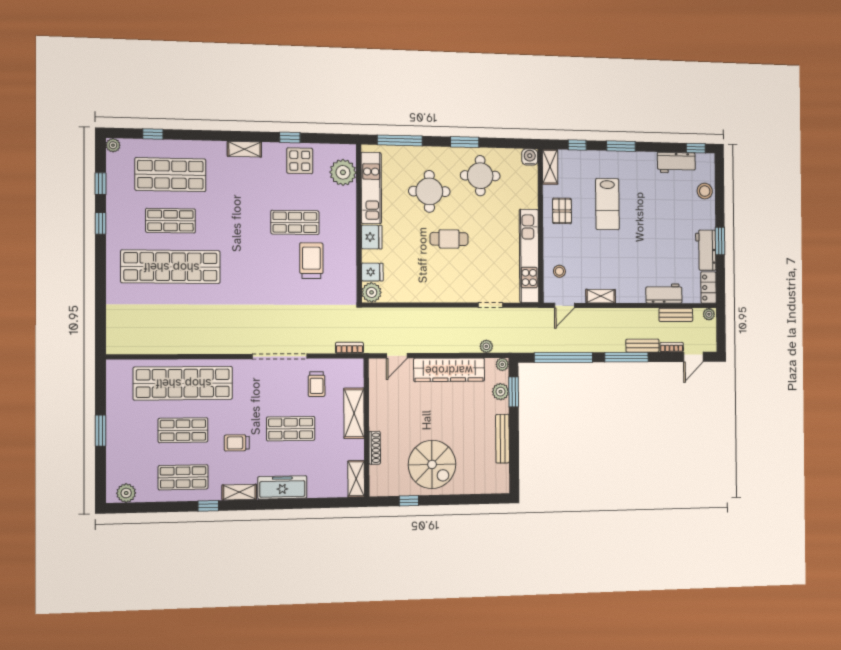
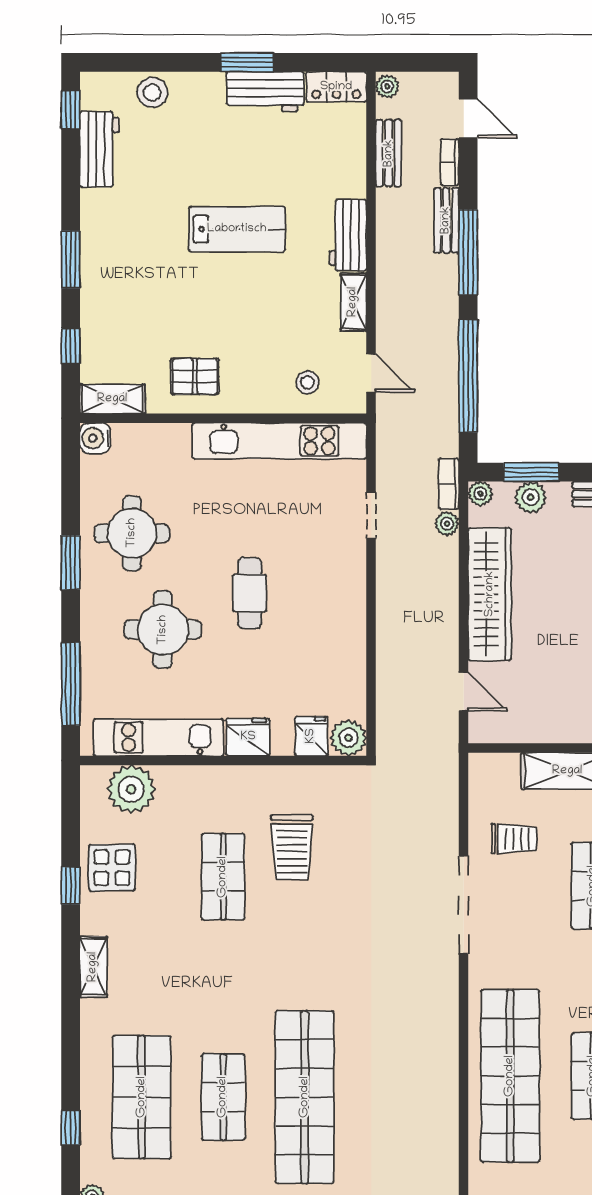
lab bench: (607, 204) -> (237, 229), moved
trolley: (311, 261) -> (292, 847), turned -90
workbench: (664, 293) -> (348, 235), moved
bookcase: (349, 348) -> (449, 484), moved

